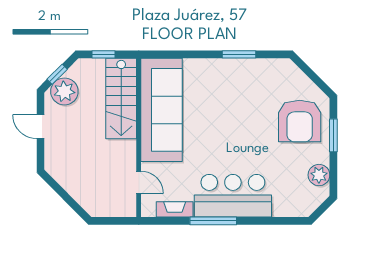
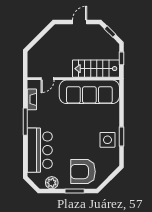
side table: (245, 78) -> (107, 140), added
plant: (64, 91) -> (100, 36), removed
bar counter: (233, 196) -> (40, 150), moved

